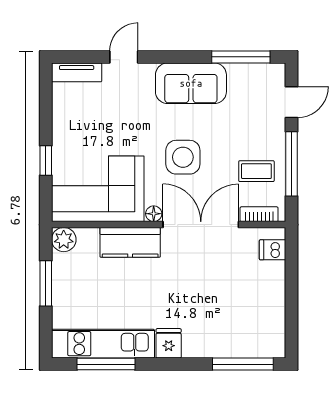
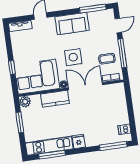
dishwasher: (273, 250) -> (124, 129), moved

